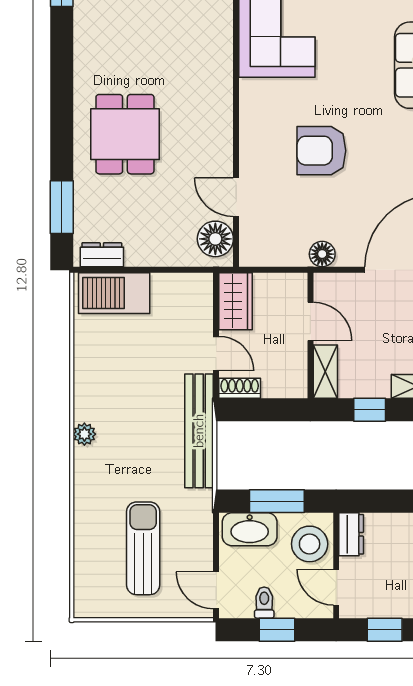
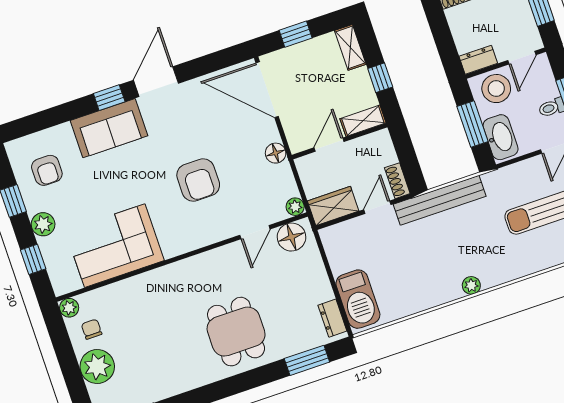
dining table: (125, 134) -> (236, 332), turned 90
plant: (250, 256) -> (295, 207), added

